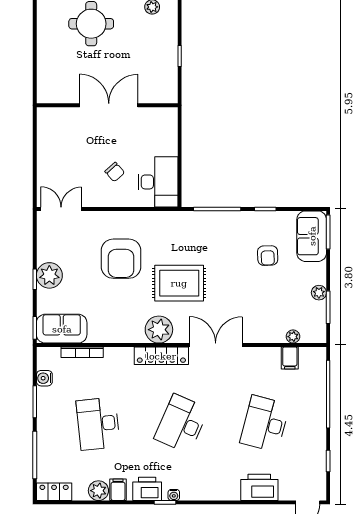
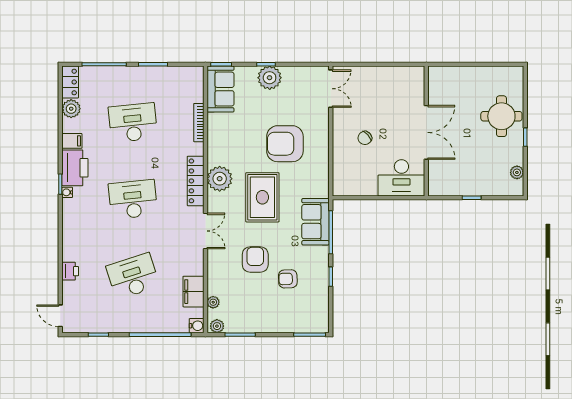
desk: (158, 182) -> (401, 178), moved
sofa: (312, 236) -> (316, 222), moved, turned -90
armchair: (247, 291) -> (255, 260), added
plant: (319, 293) -> (217, 326), moved
double door: (216, 345) -> (205, 231), width x0.73
bookcase: (82, 352) -> (199, 123), moved
filing cabinet: (290, 358) -> (193, 292), width x2.00
water cooler: (44, 378) -> (197, 326), moved, turned 90
desk: (181, 424) -> (133, 199), turned -30
desk: (265, 424) -> (133, 276), turned -33
printer: (259, 487) -> (70, 271), width x0.53, depth x0.68
printer: (147, 489) -> (75, 168), width x1.37, depth x1.19
plant: (98, 491) -> (71, 109), moved

